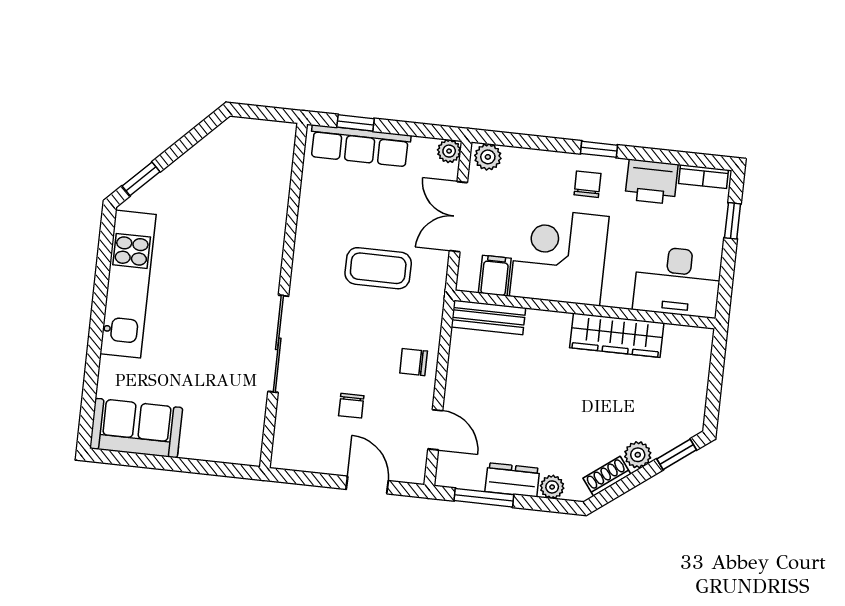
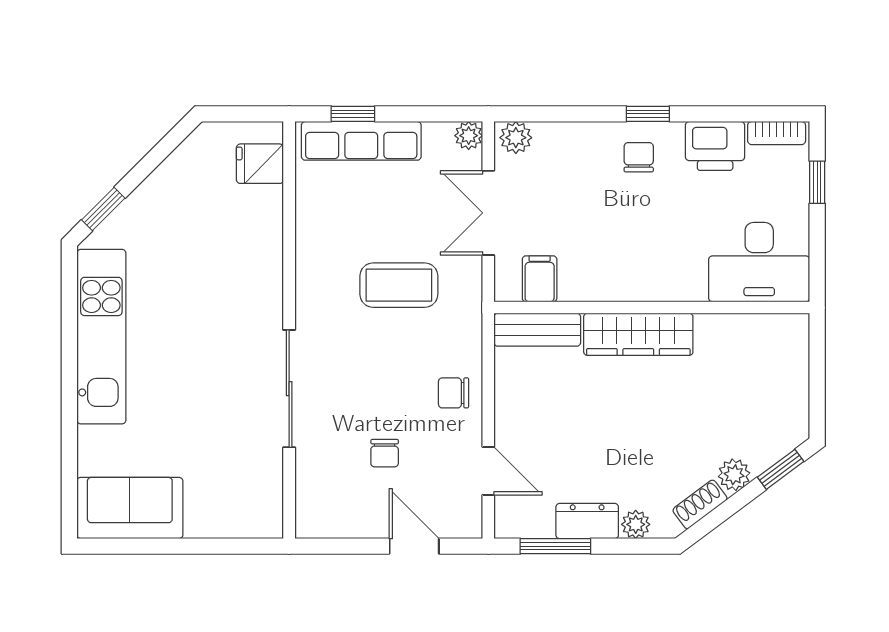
fridge: (274, 156) -> (260, 164), added
corner desk: (559, 256) -> (614, 247), removed
wardrobe: (617, 335) -> (638, 334), moved

